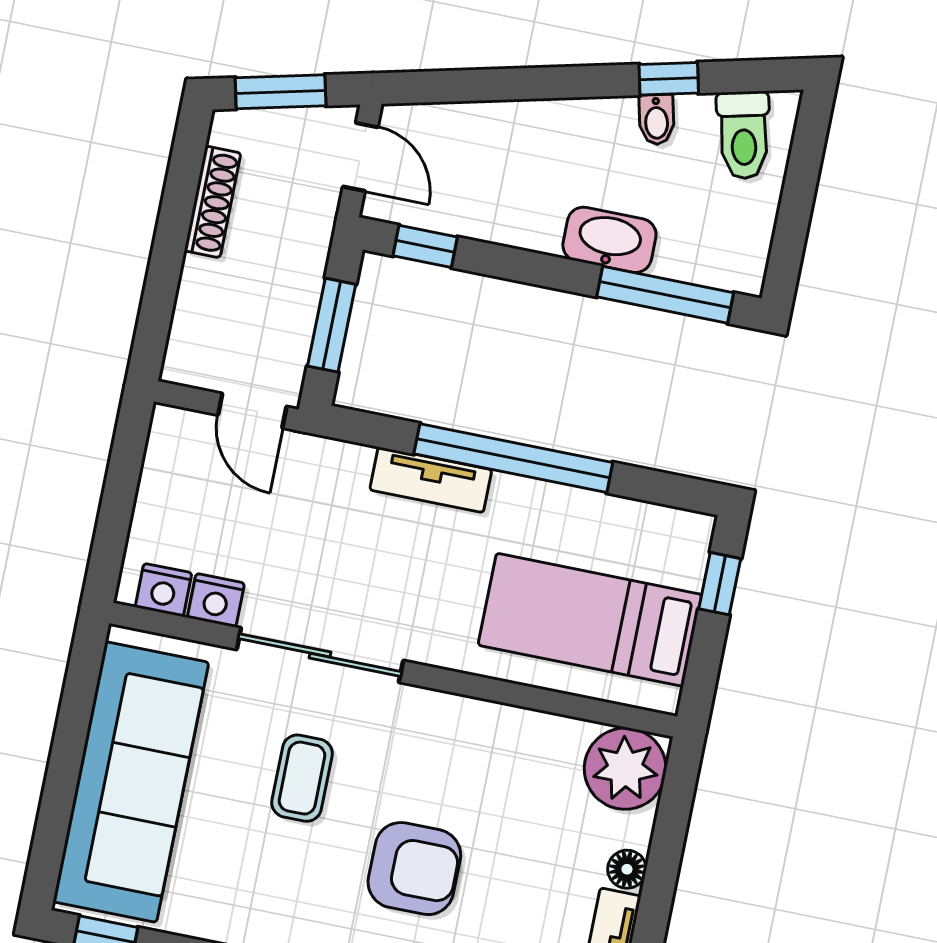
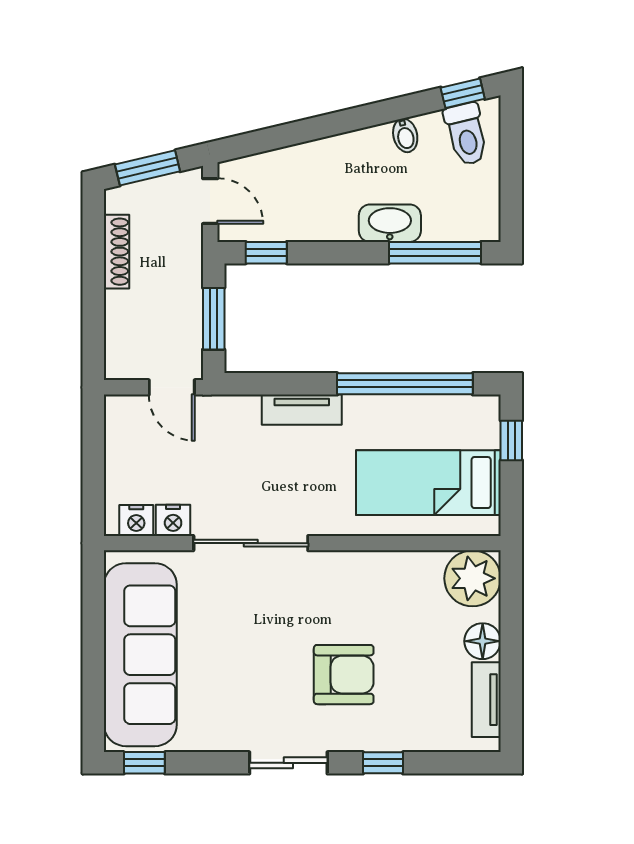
window: (669, 79) -> (463, 93), moved
window: (513, 458) -> (405, 384), moved
coffee table: (302, 778) -> (255, 629), removed
floor lamp: (627, 869) -> (483, 641), width x1.37, depth x1.37

